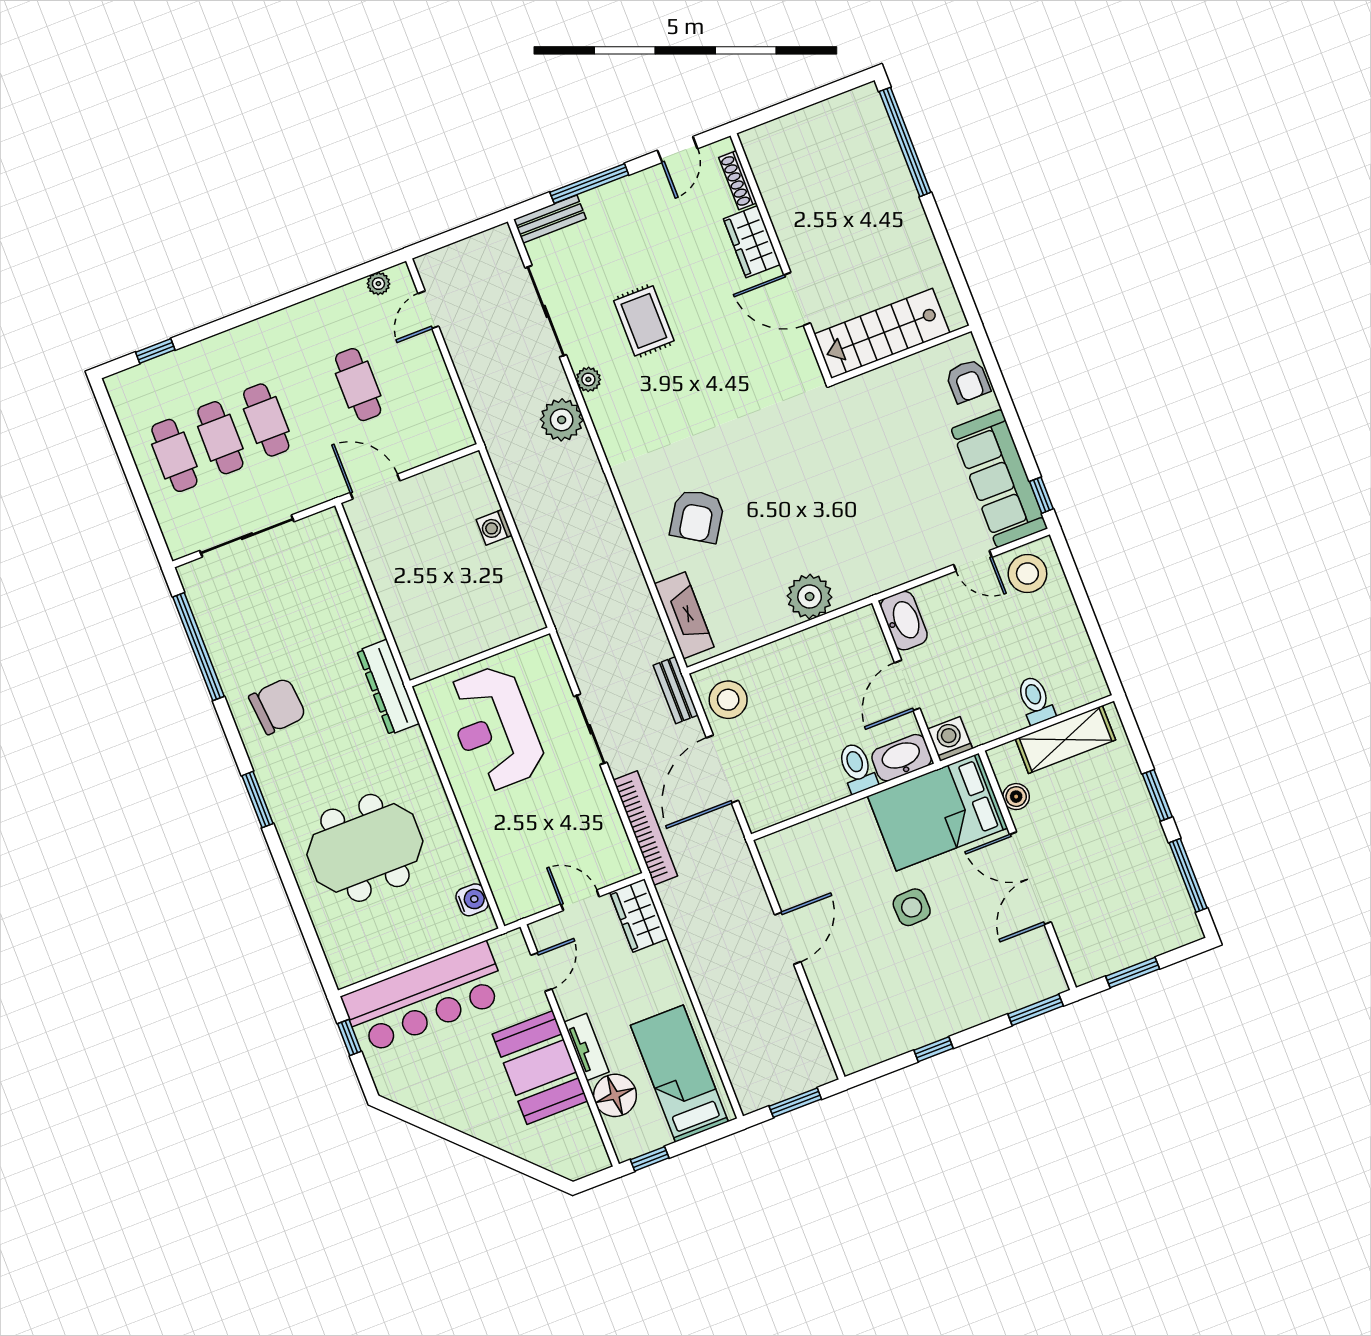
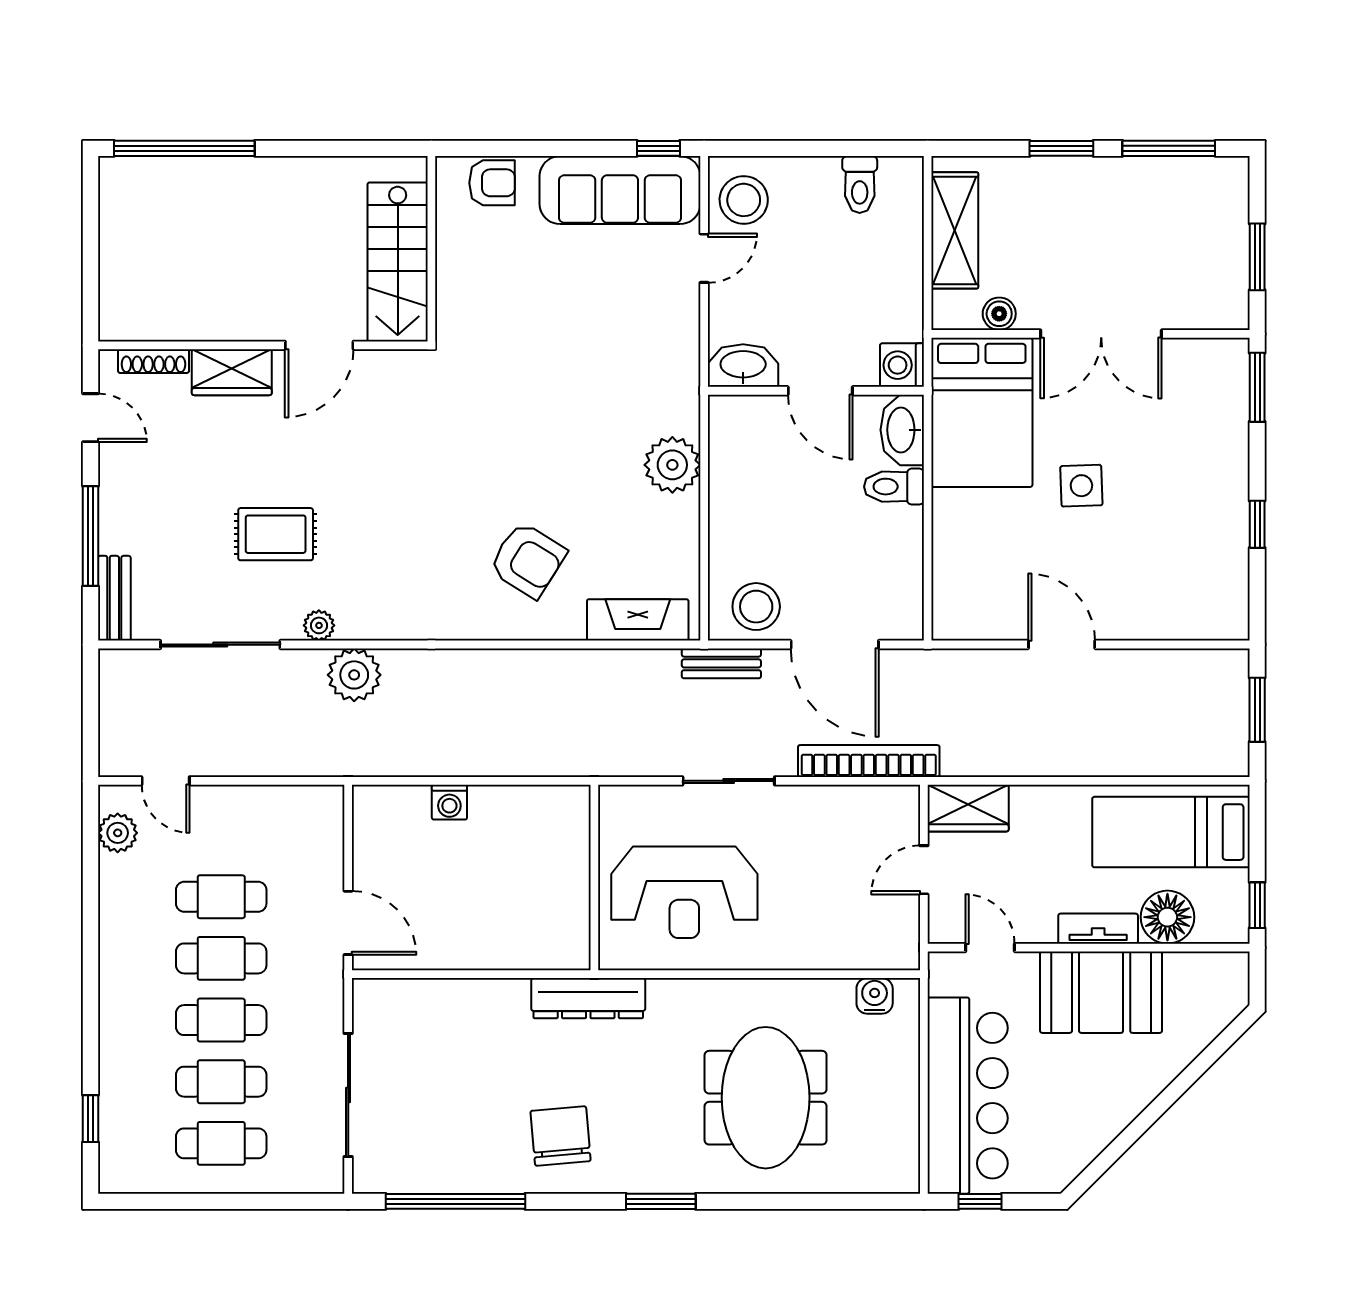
plant: (378, 284) -> (118, 833), width x1.38, depth x1.38
cafe table: (312, 402) -> (221, 958), added
door: (375, 487) -> (348, 923), swing flipped
toilet: (1035, 700) -> (860, 184), moved, turned -90

